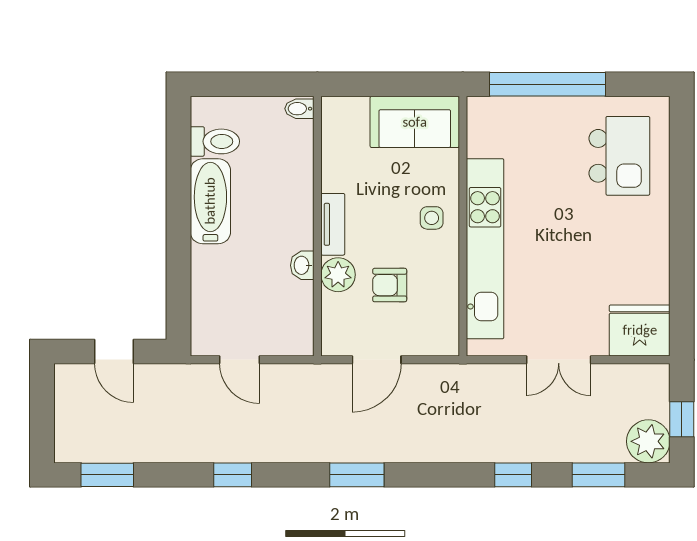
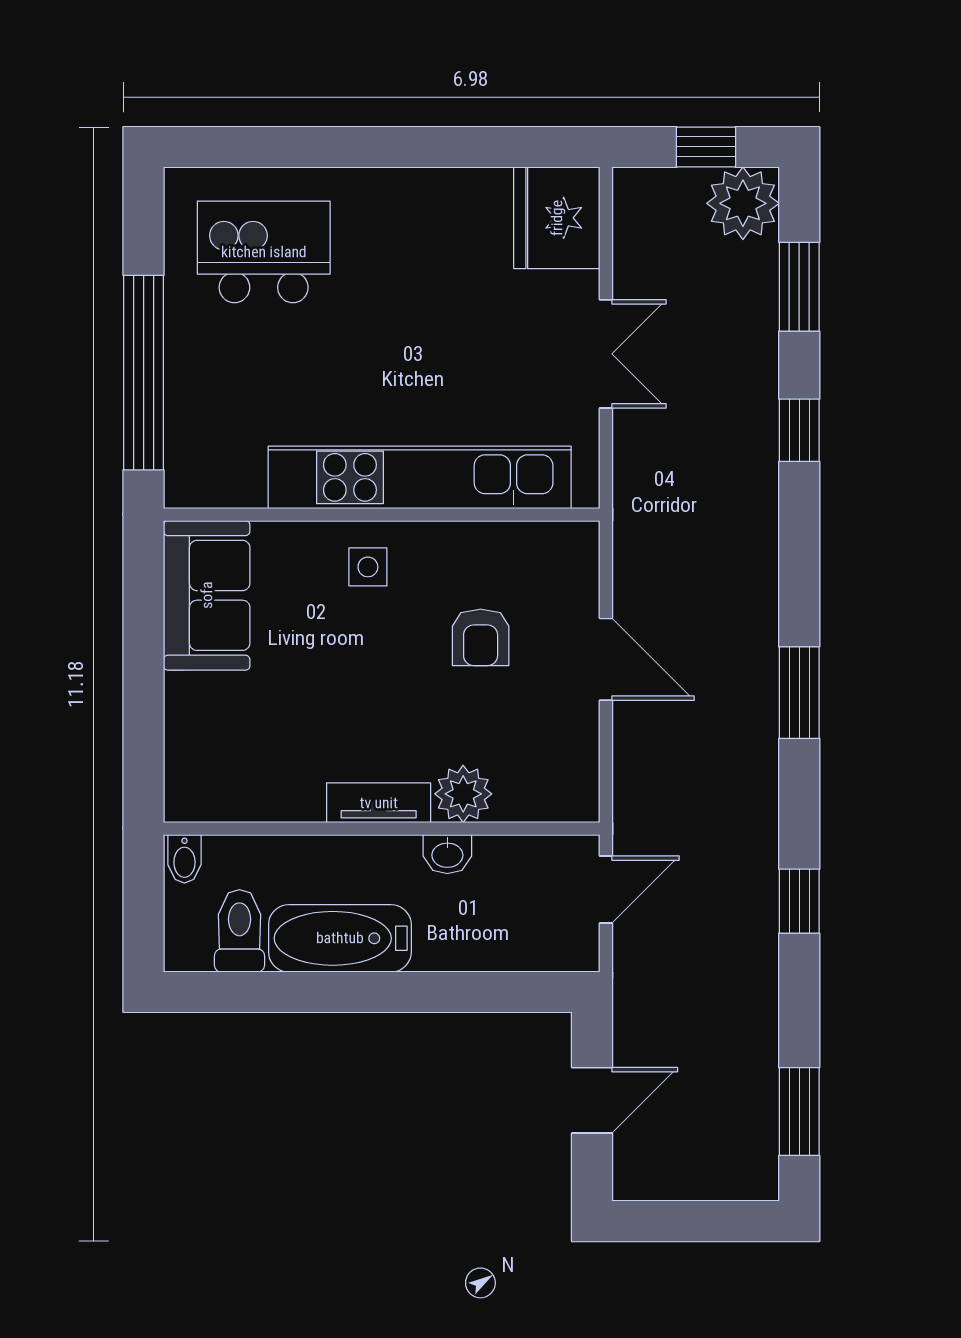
bidet: (299, 109) -> (184, 859), moved
tv unit: (333, 224) -> (379, 803), moved
wall: (317, 226) -> (382, 829), moved
washbasin: (302, 265) -> (447, 854), moved
plant: (338, 275) -> (463, 794), moved

